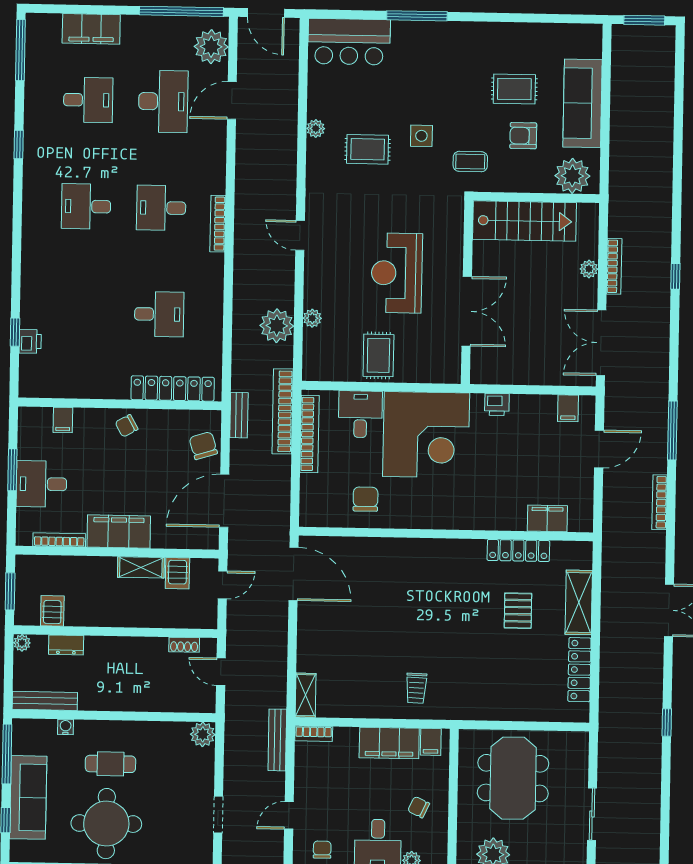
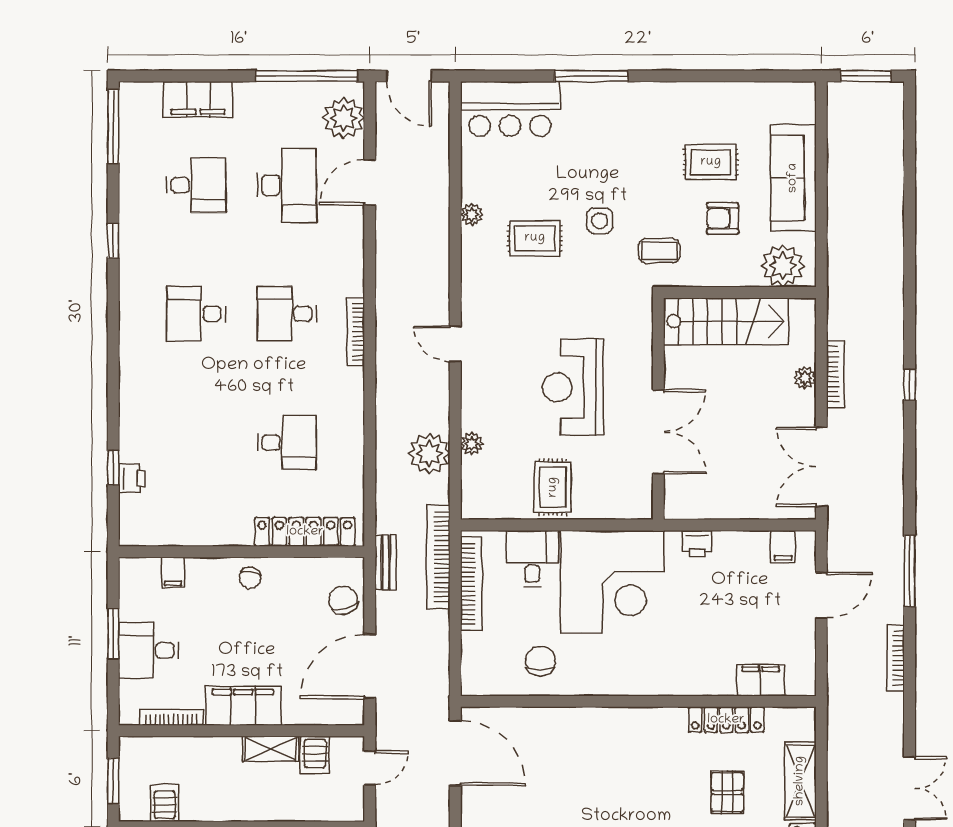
chair: (127, 426) -> (250, 578), turned -51

